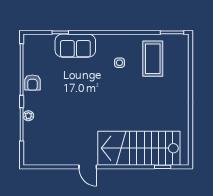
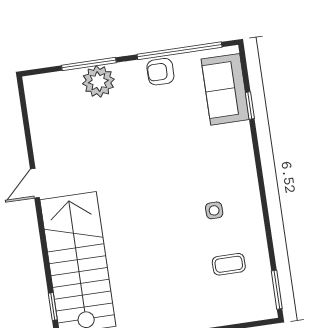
sofa: (75, 46) -> (225, 89), moved
coffee table: (153, 59) -> (229, 264), width x0.54, depth x0.58
plant: (28, 116) -> (98, 82), width x1.88, depth x1.88

